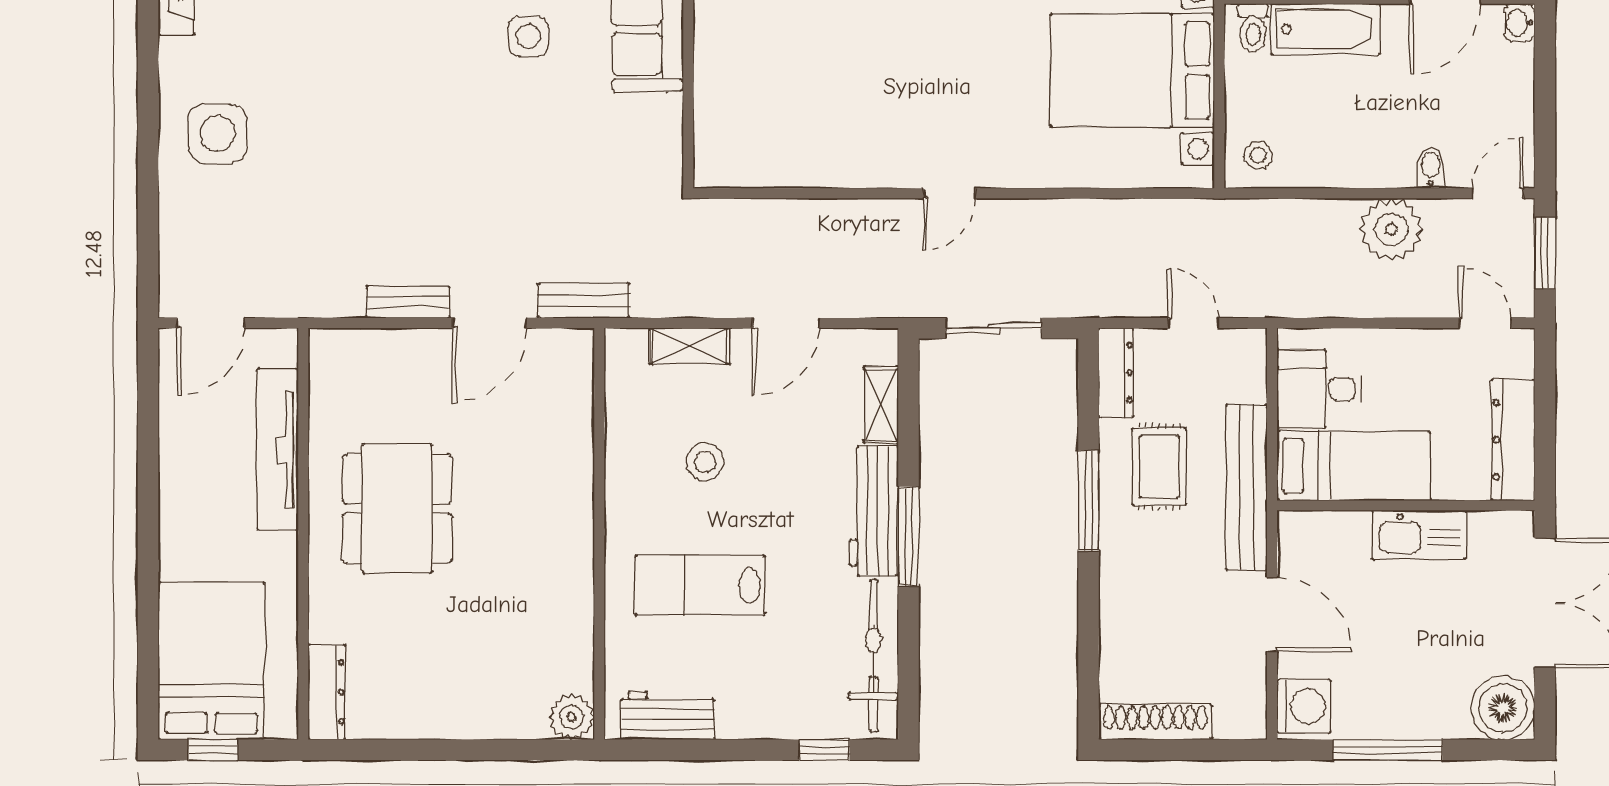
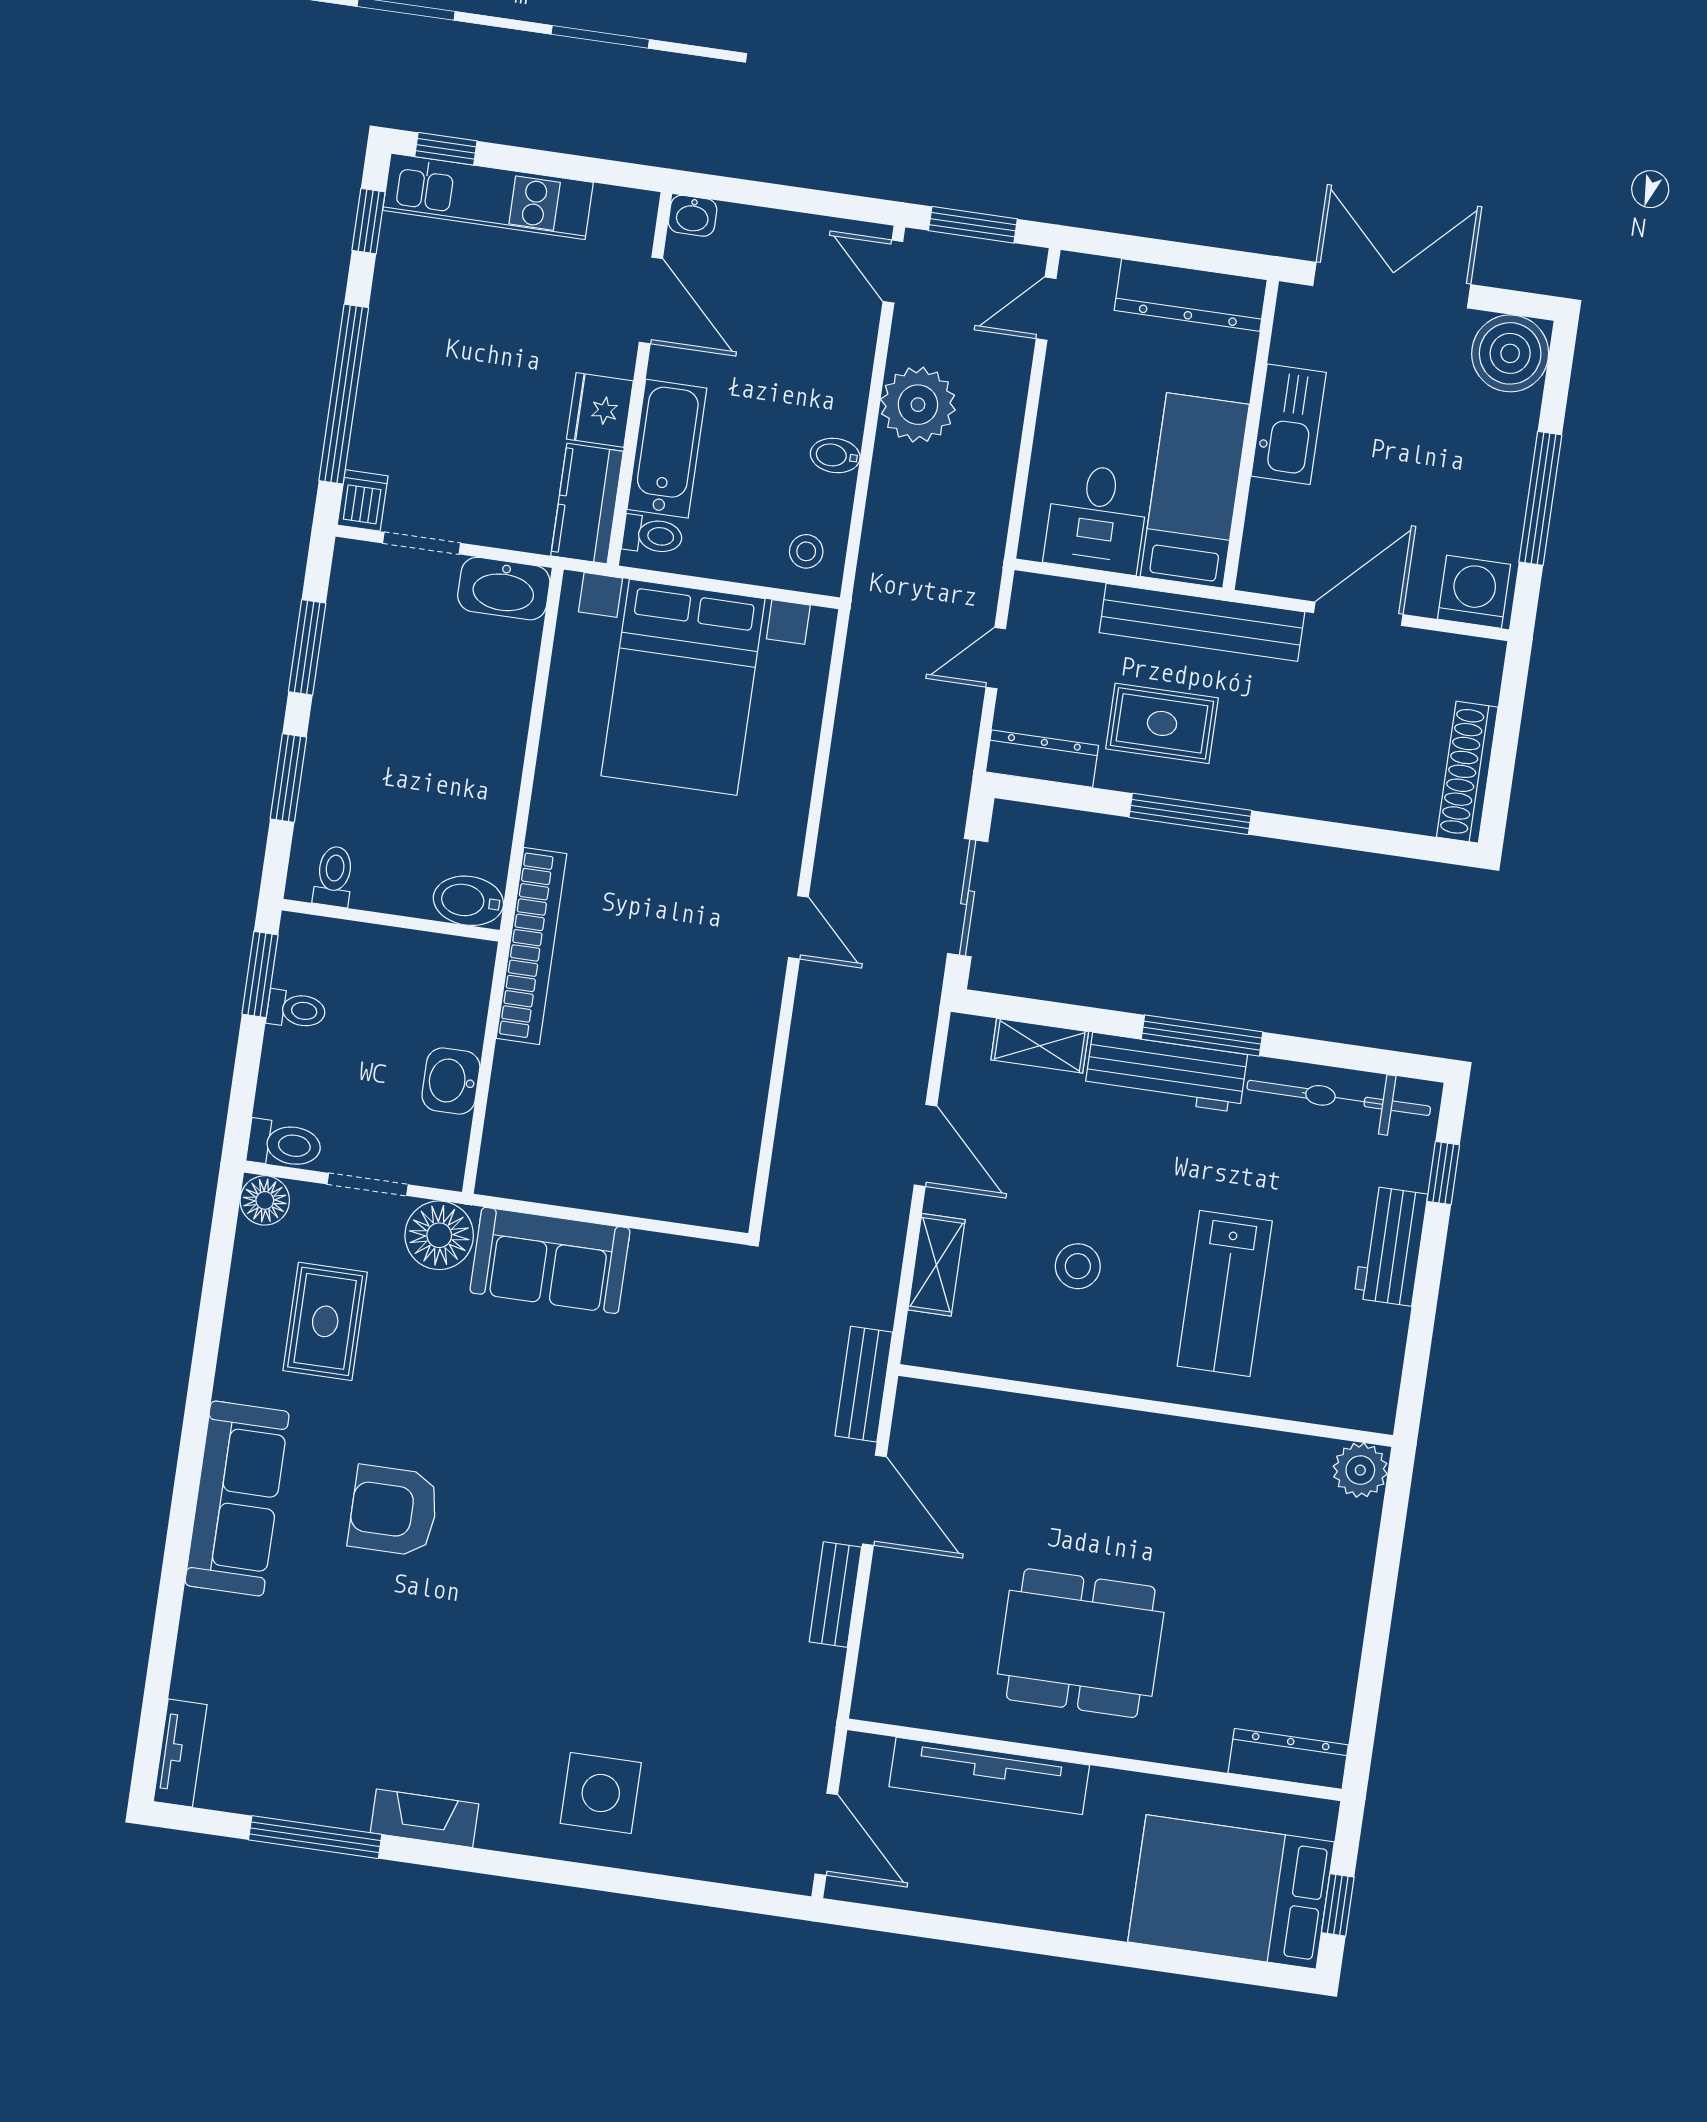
side table: (528, 36) -> (538, 1404), removed
bidet: (1431, 168) -> (835, 455), moved
workbench: (668, 715) -> (1391, 1246), moved

